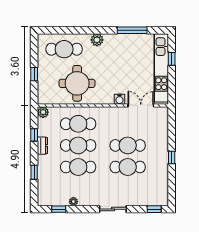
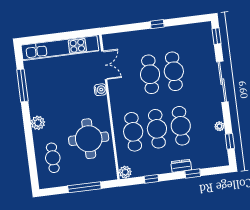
cafe table: (64, 49) -> (53, 158), width x0.73, depth x0.74
window: (172, 59) -> (49, 38), removed
window: (34, 74) -> (84, 187), width x2.17
double door: (141, 105) -> (104, 65), swing flipped
dresser: (42, 146) -> (181, 166), moved
sliding door: (113, 209) -> (222, 82), width x1.37

